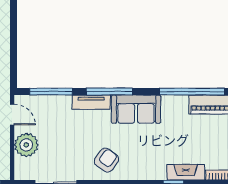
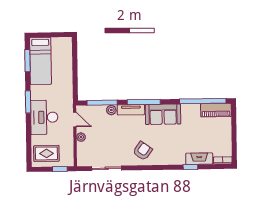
plant: (64, 102) -> (111, 110), added
plant: (26, 145) -> (81, 137), width x0.53, depth x0.53

